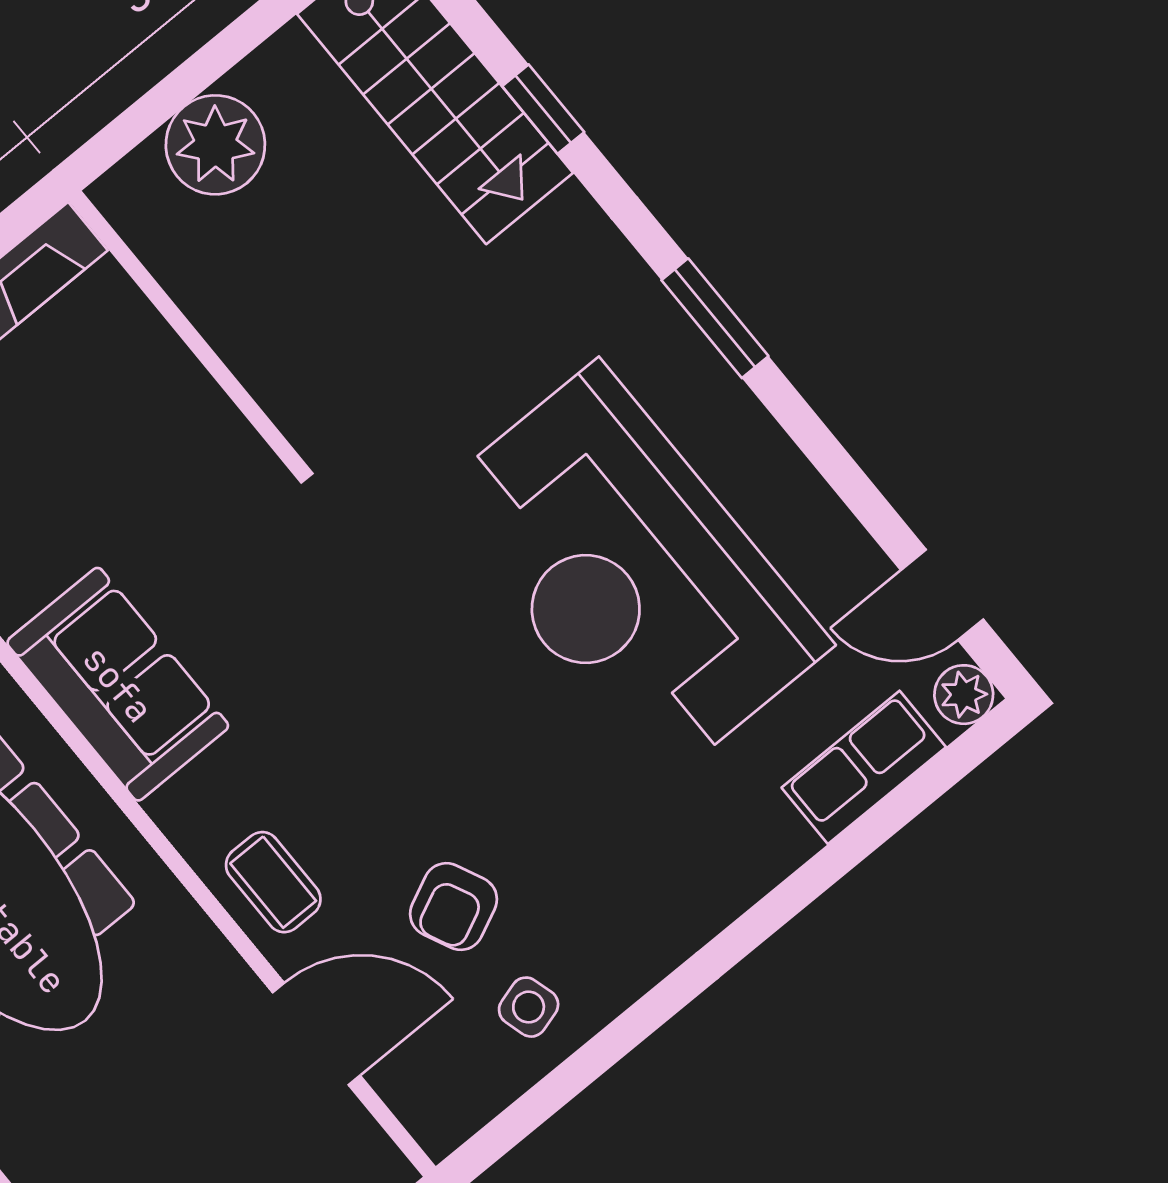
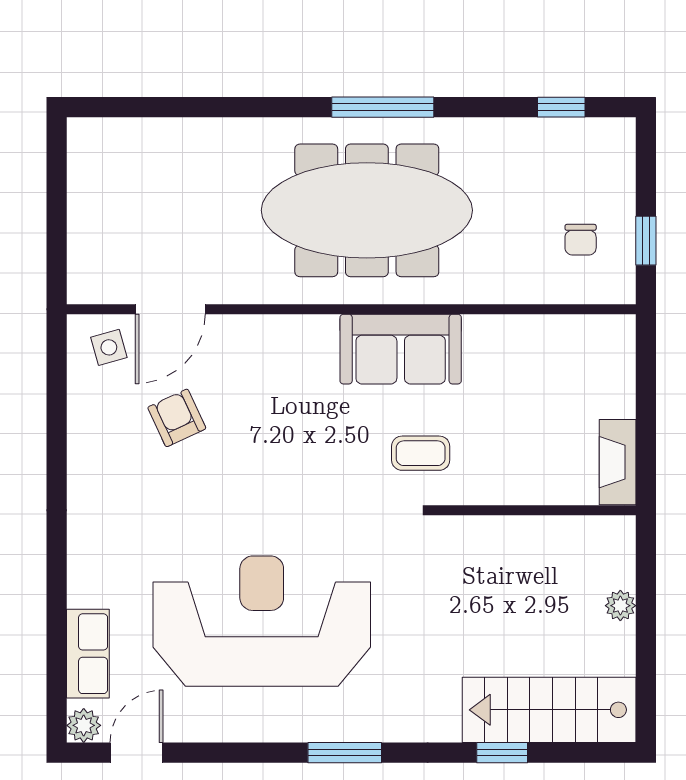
plant: (215, 145) -> (620, 606), width x0.53, depth x0.53
coffee table: (273, 882) -> (421, 453), moved
side table: (529, 1007) -> (109, 347), moved

